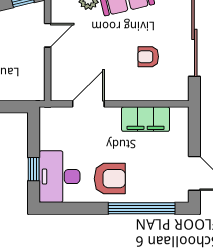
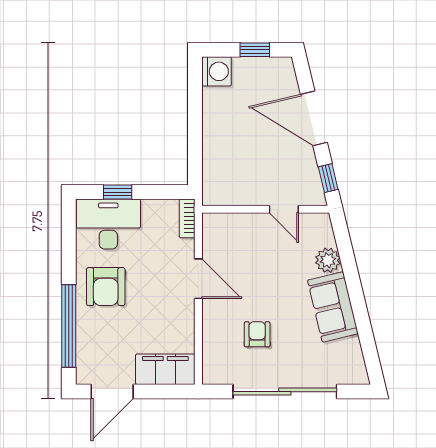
door: (88, 104) -> (198, 279), moved
bookcase: (55, 113) -> (187, 218), added
filing cabinet: (146, 119) -> (165, 369), moved, turned 90

